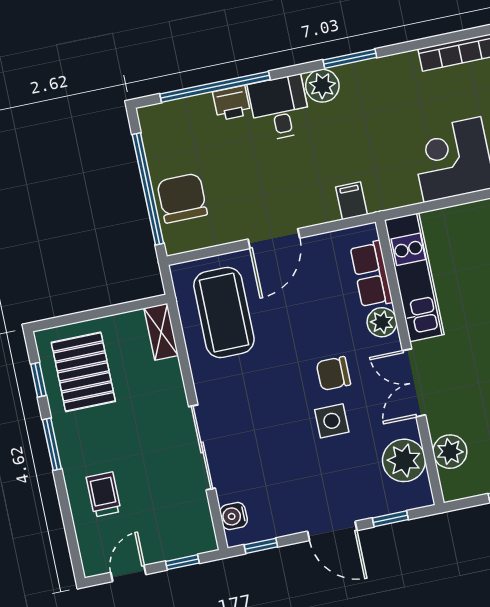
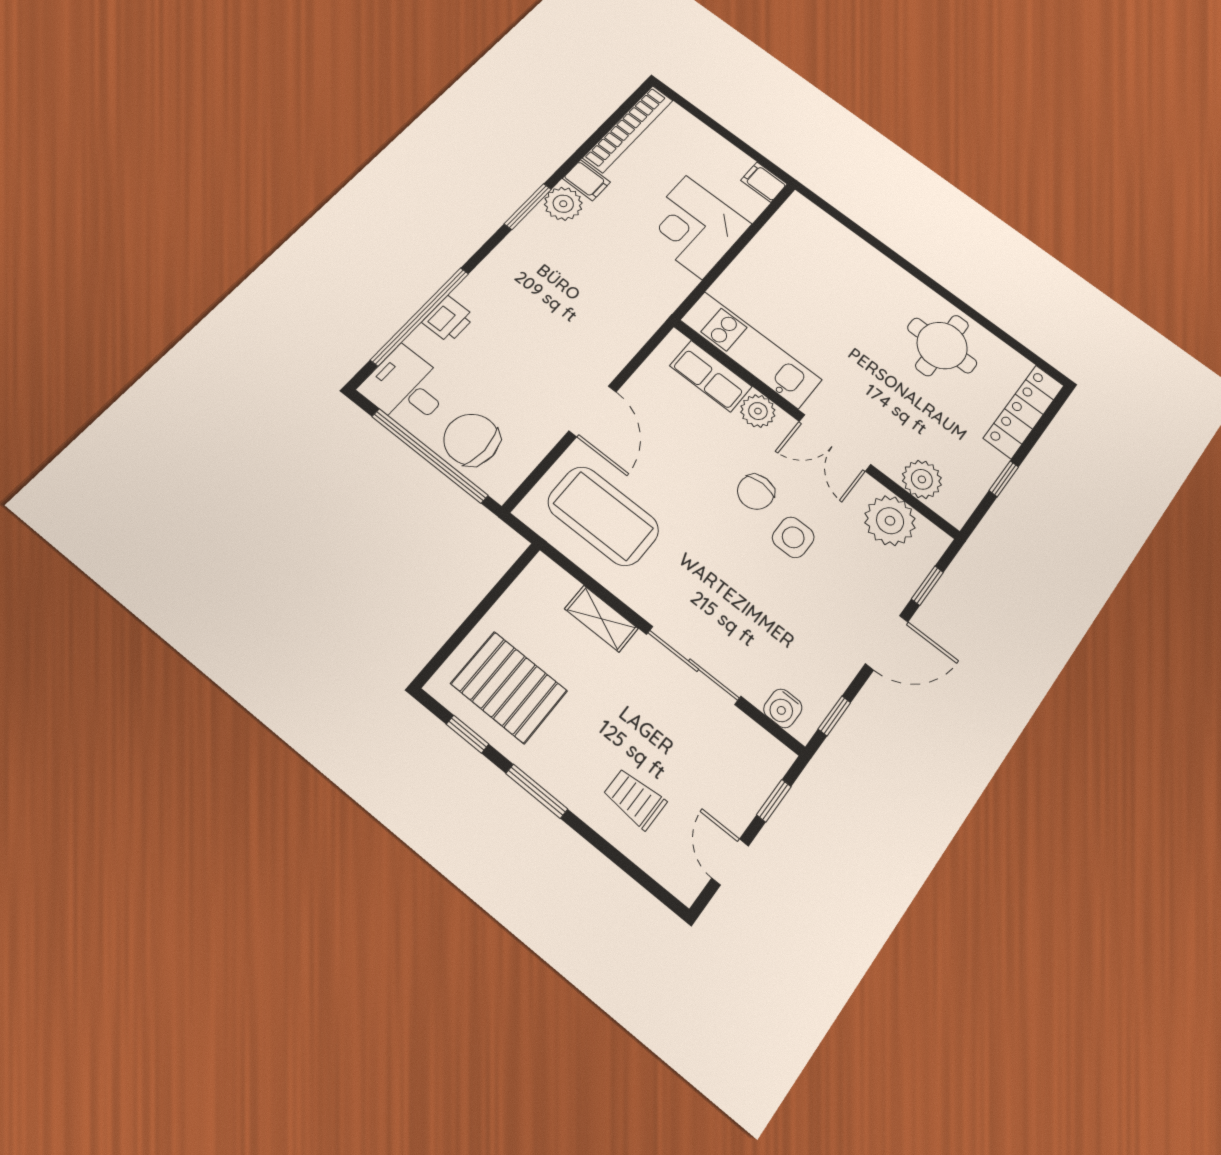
plant: (322, 86) -> (563, 204), moved
desk: (280, 108) -> (406, 388), moved
filing cabinet: (352, 201) -> (586, 180), moved, turned 180
shelving: (161, 332) -> (601, 619), moved

